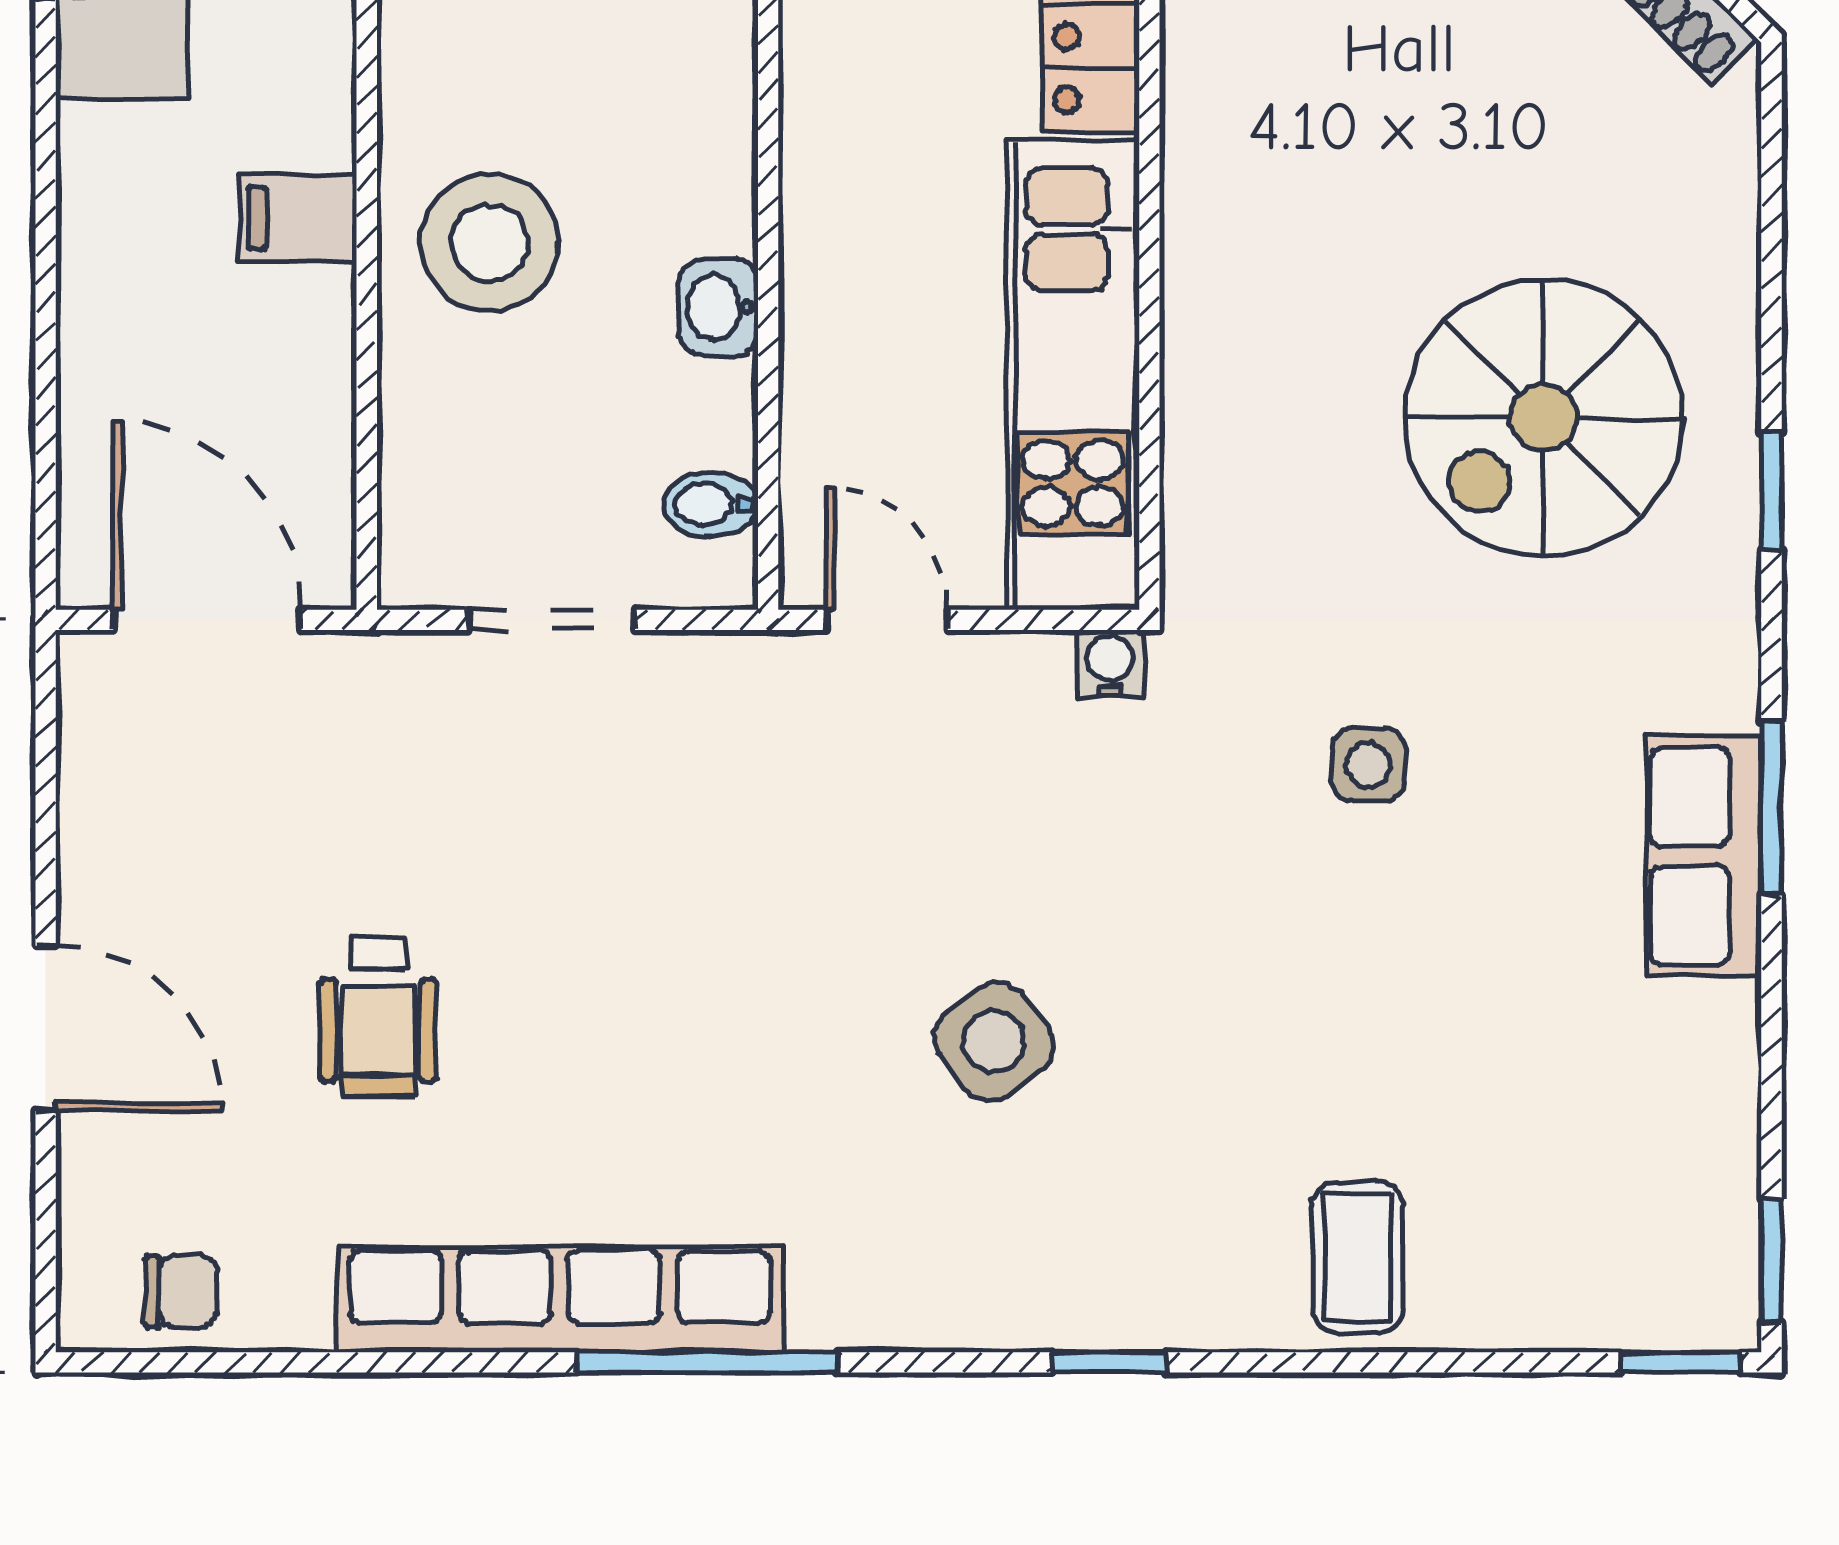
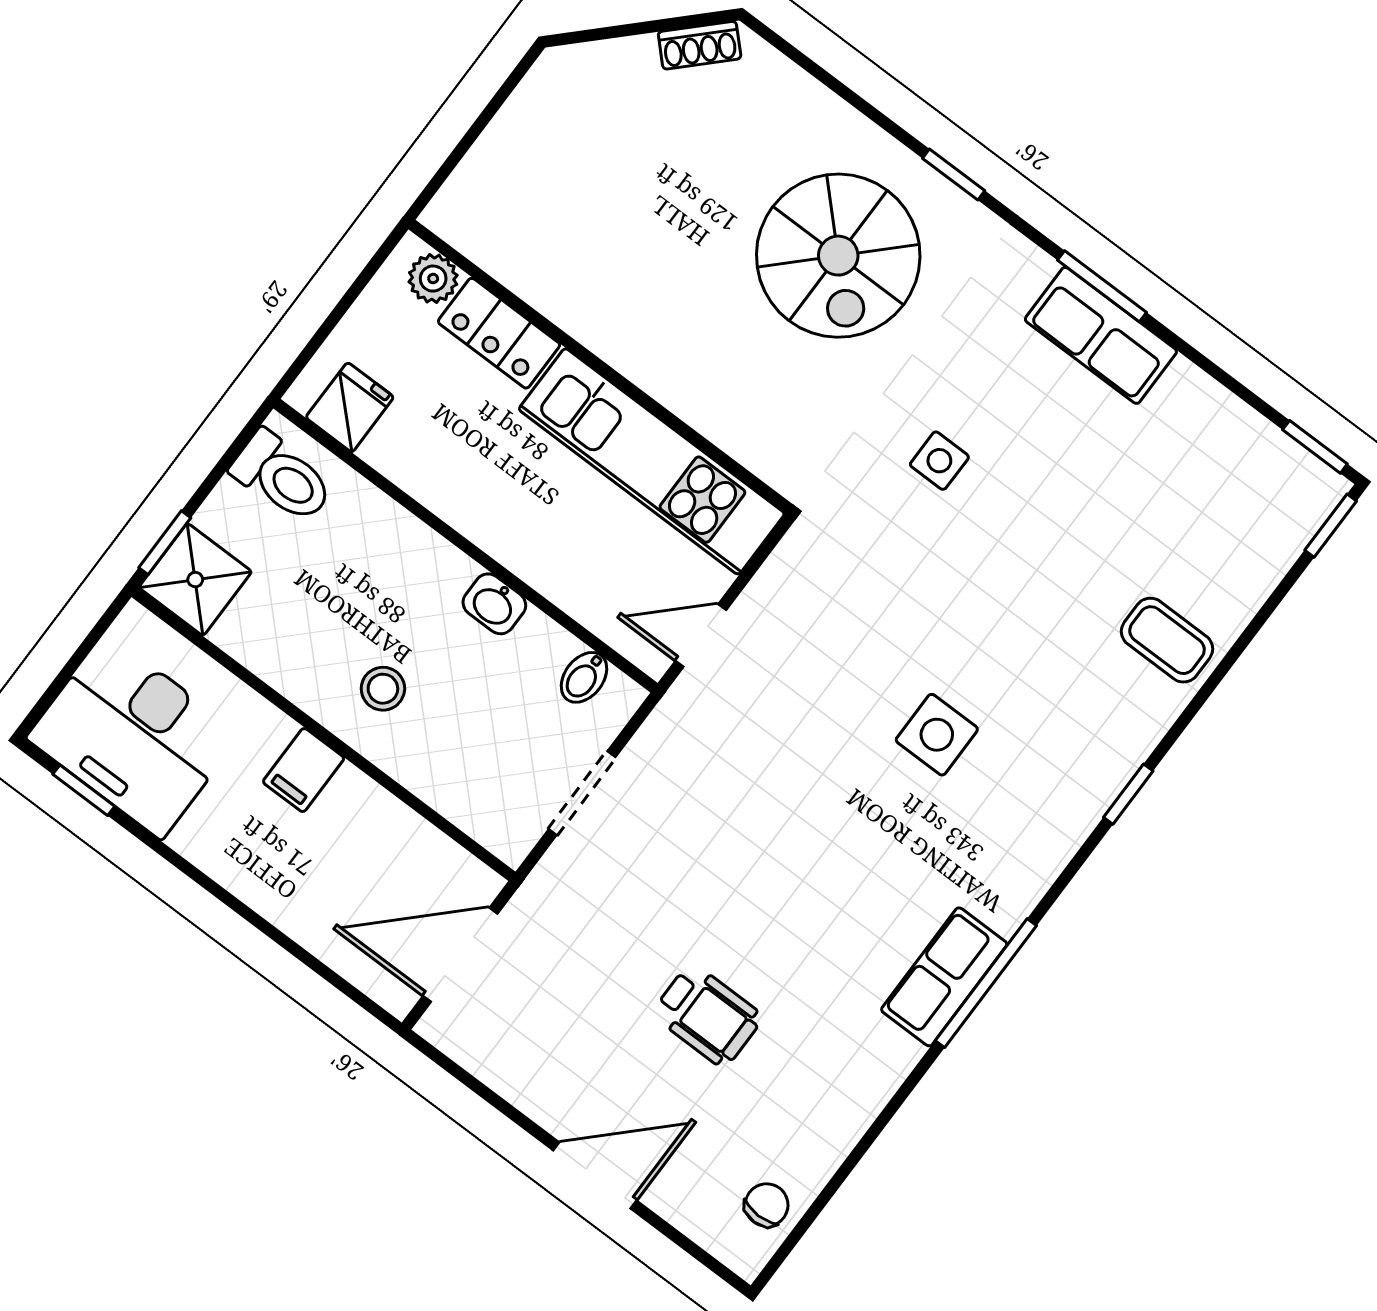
stool: (490, 243) -> (383, 689), width x0.53, depth x0.53
water cooler: (1110, 663) -> (800, 546), removed
side table: (994, 1042) -> (937, 735), turned 36
row of seats: (560, 1299) -> (944, 977), width x0.50

